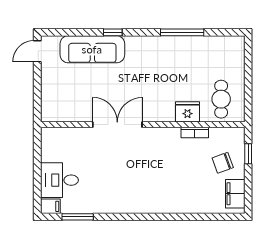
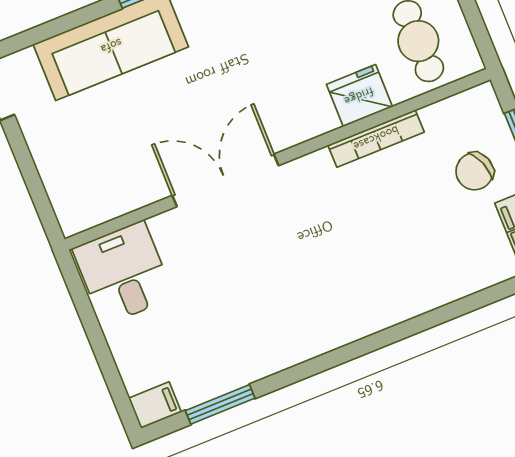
bookcase: (195, 133) -> (376, 138), width x1.56
desk: (59, 180) -> (123, 273), moved, turned 90

